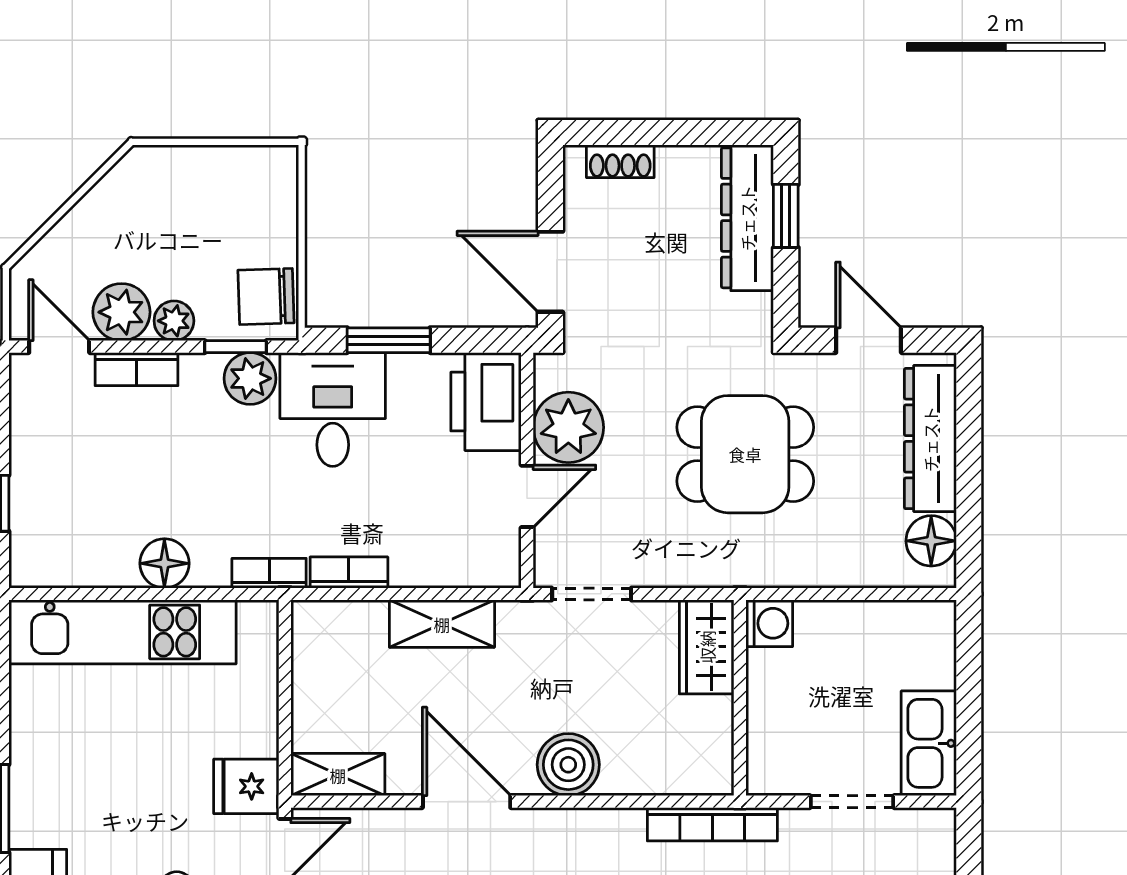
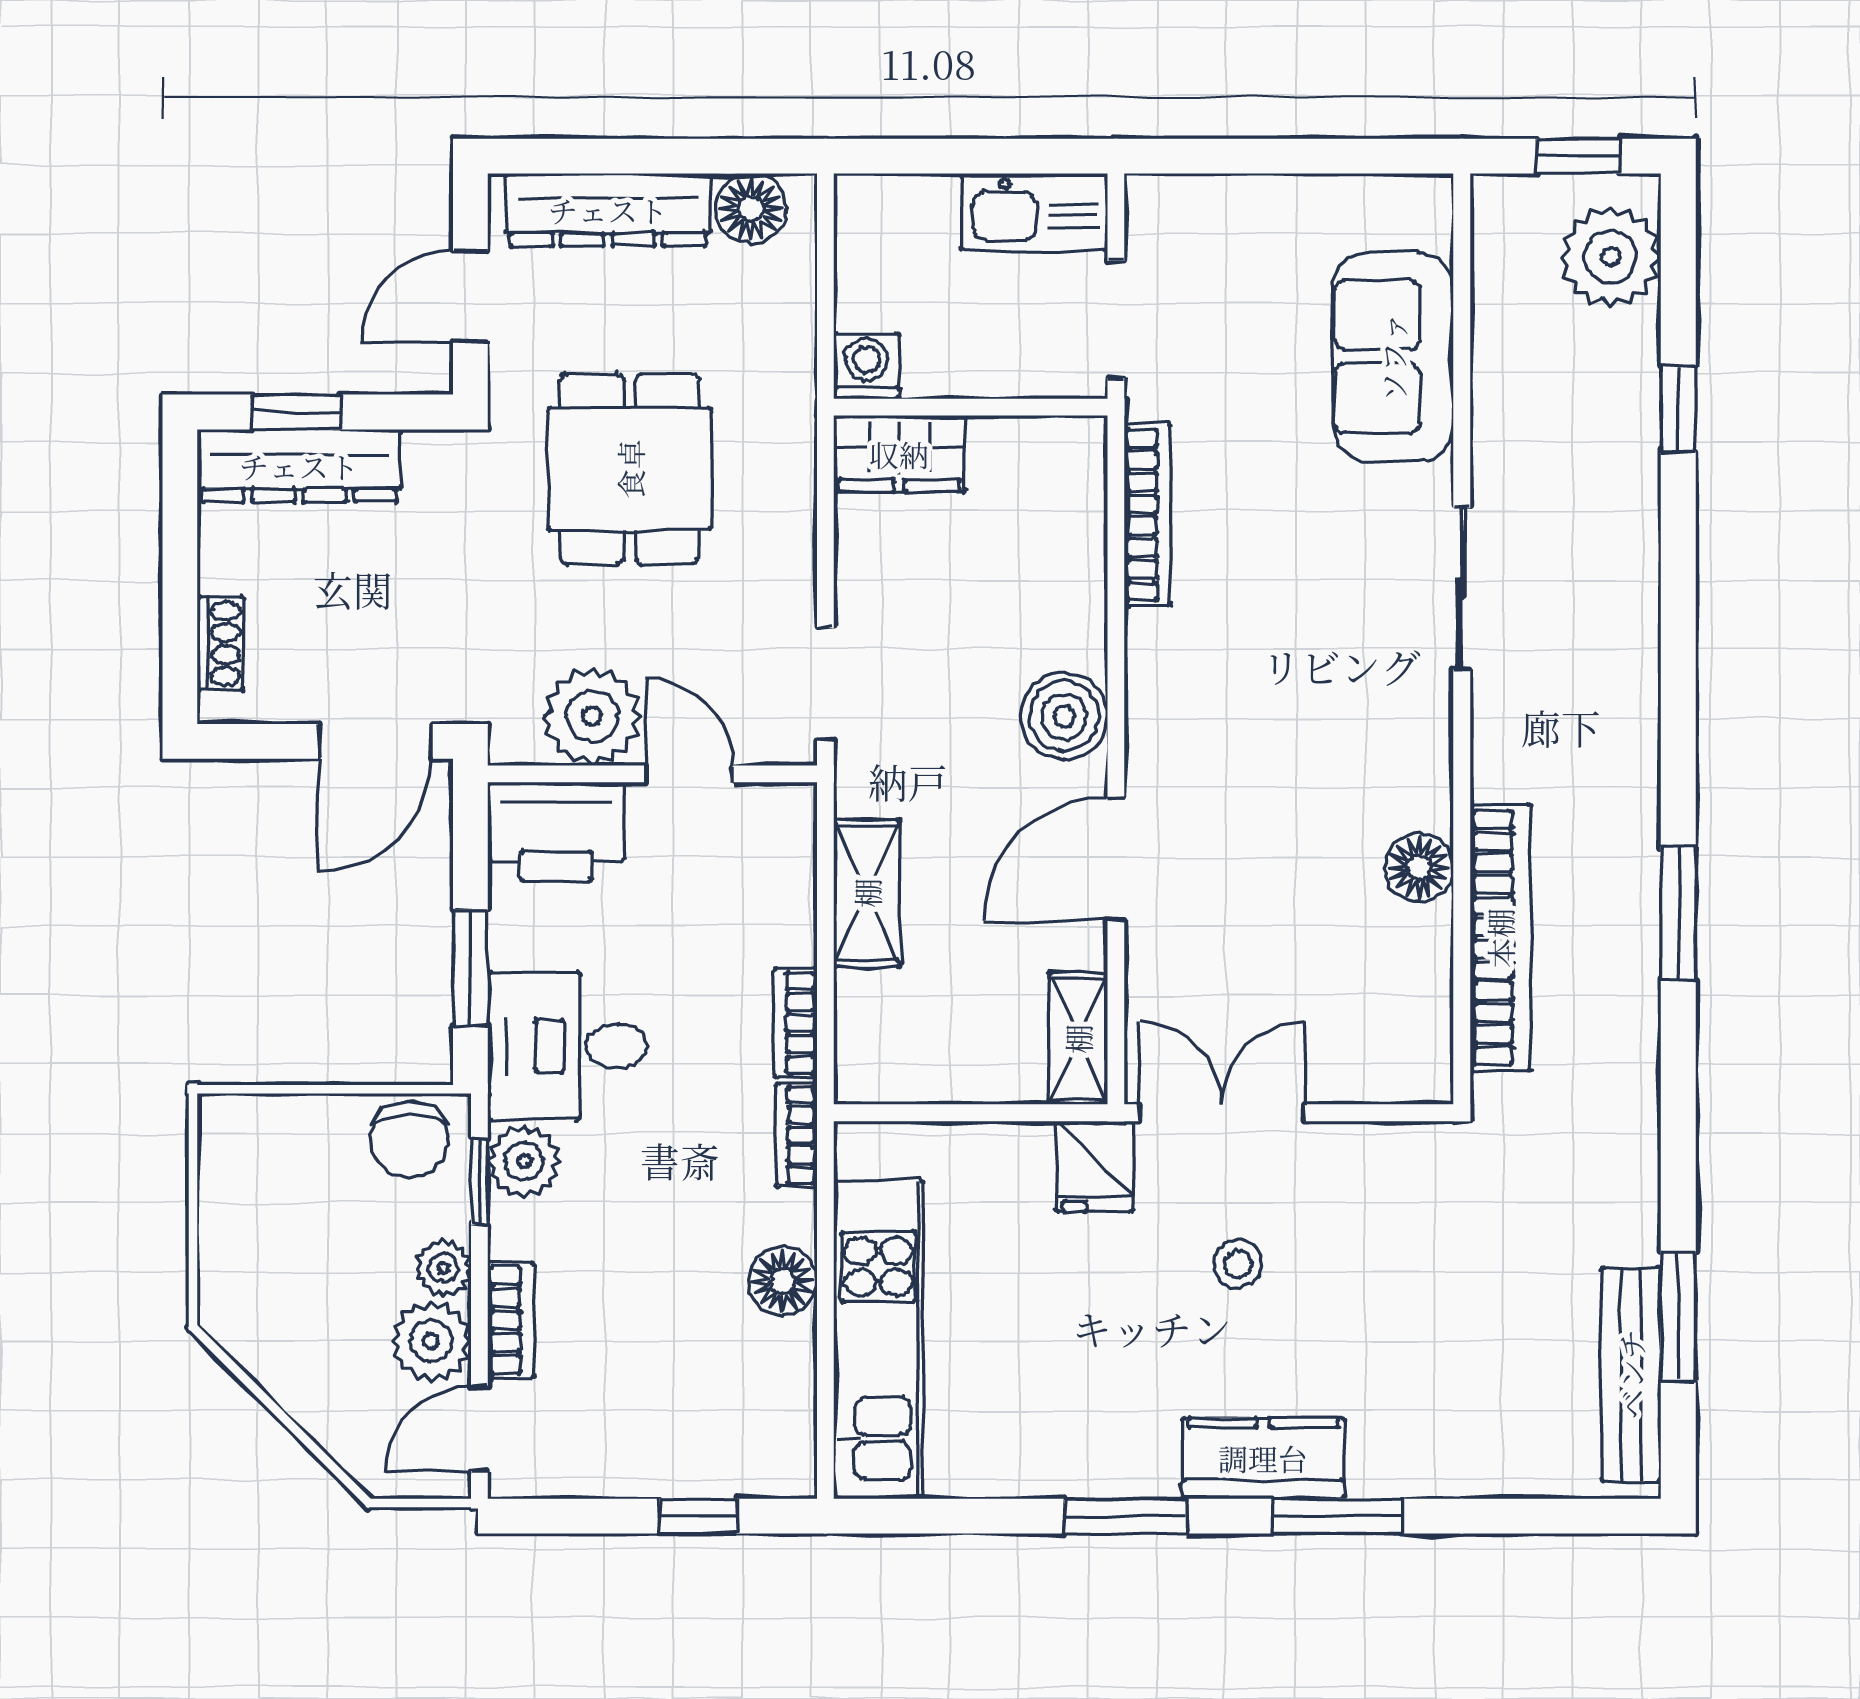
washing machine: (769, 623) -> (866, 366), moved
wardrobe: (707, 647) -> (899, 454), moved
wall: (740, 698) -> (971, 407), moved

